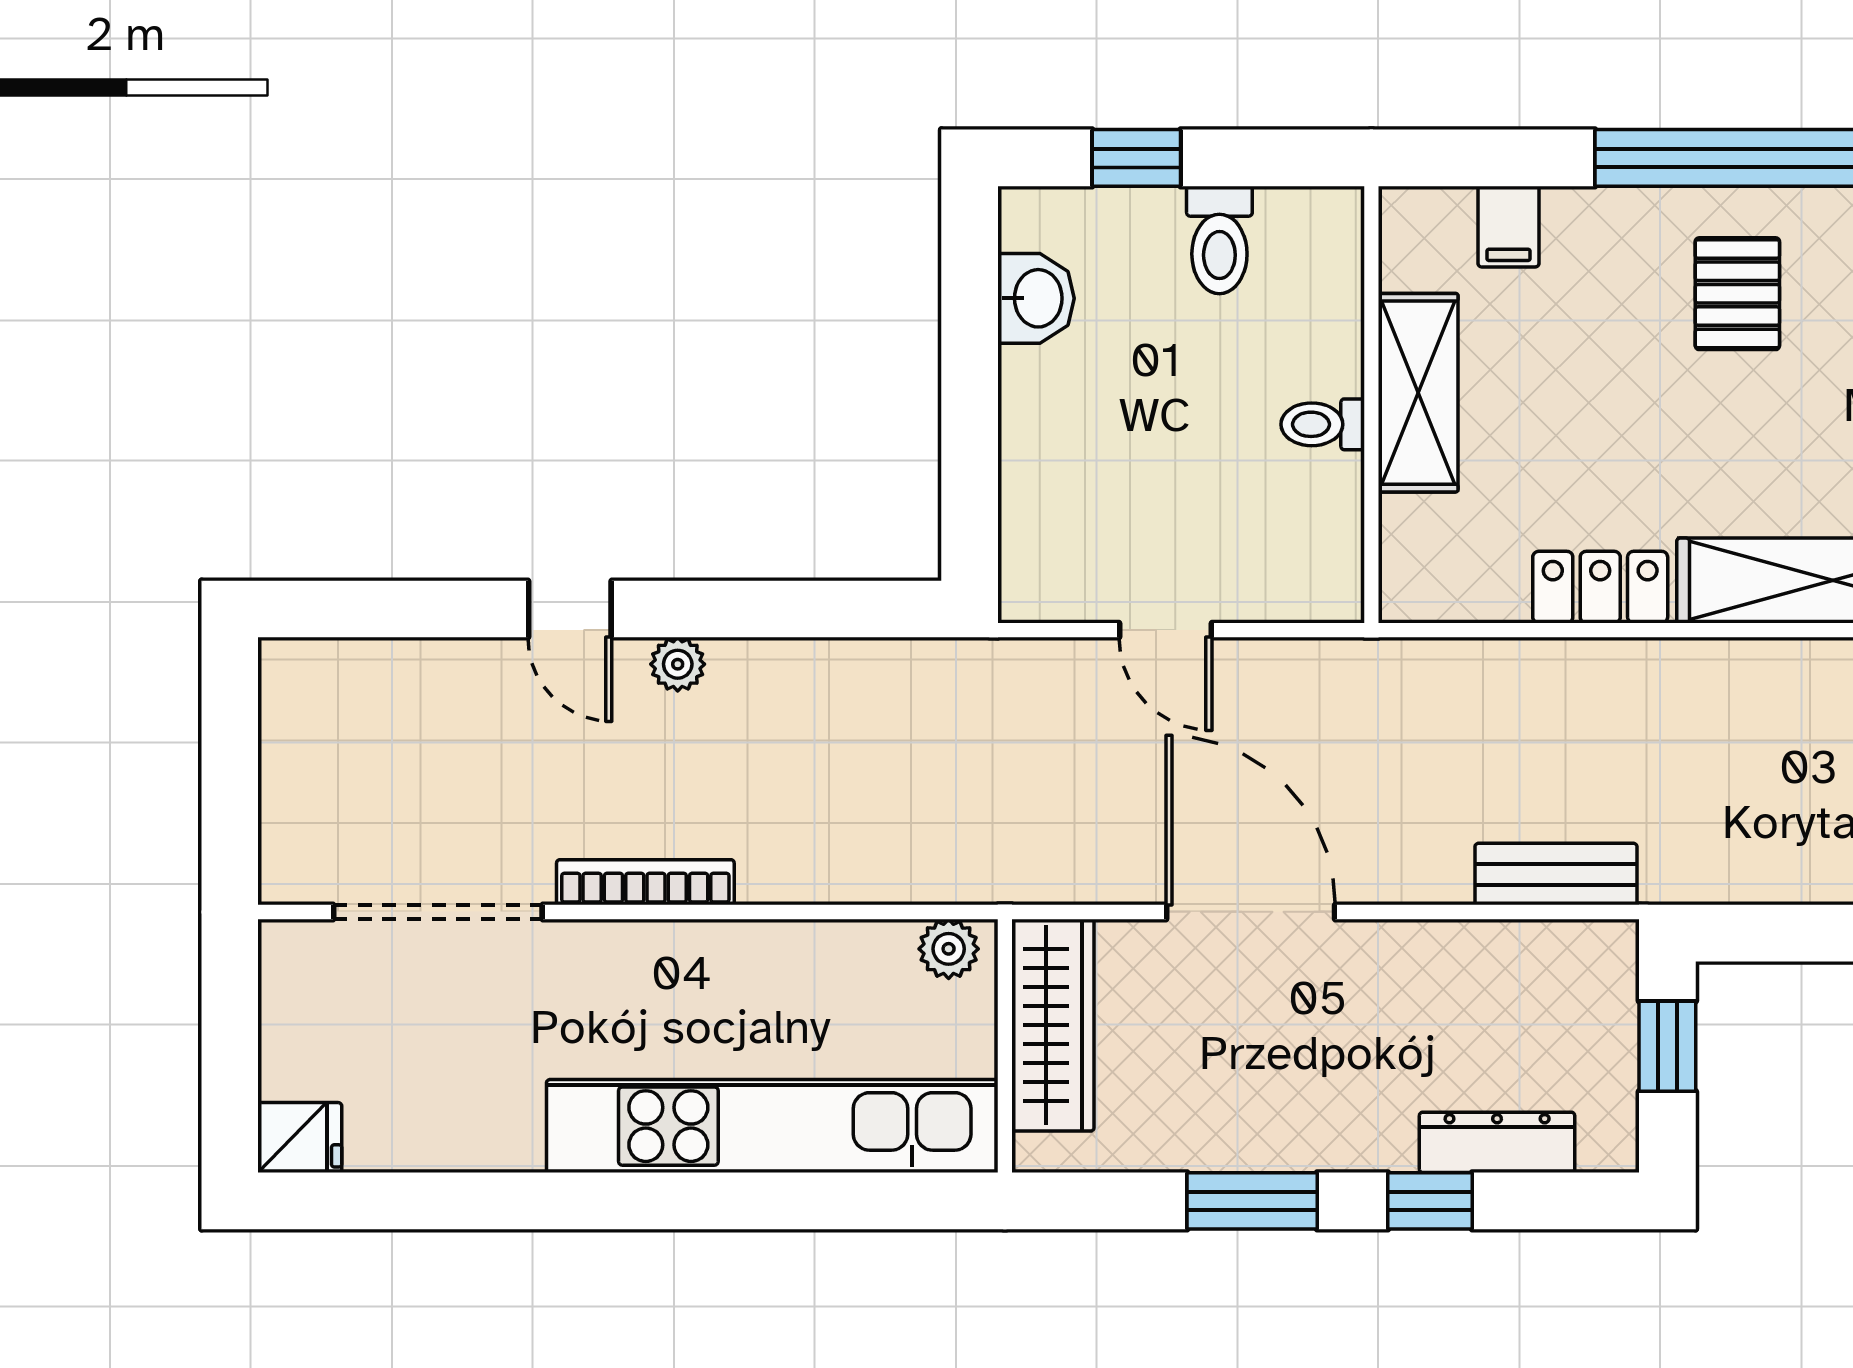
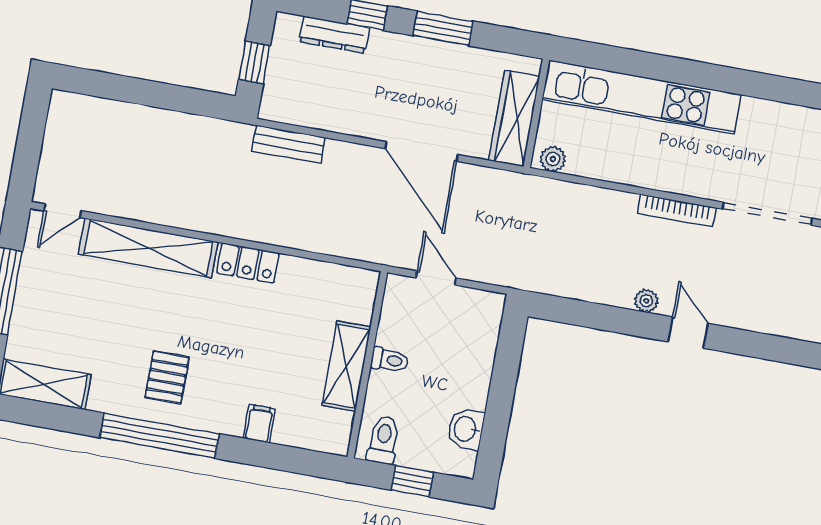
shelving: (1418, 393) -> (346, 366), moved
wall: (1371, 405) -> (367, 365), moved
toilet: (1323, 424) -> (389, 360), moved

